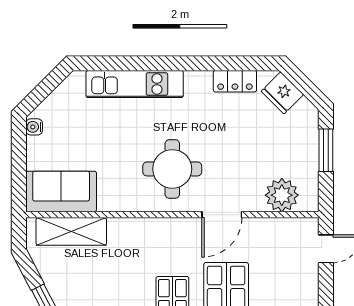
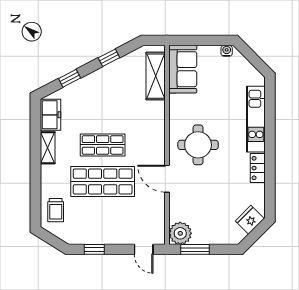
locker: (235, 81) -> (258, 168), moved
window: (326, 150) -> (195, 249), moved
plant: (282, 195) -> (180, 233), moved

